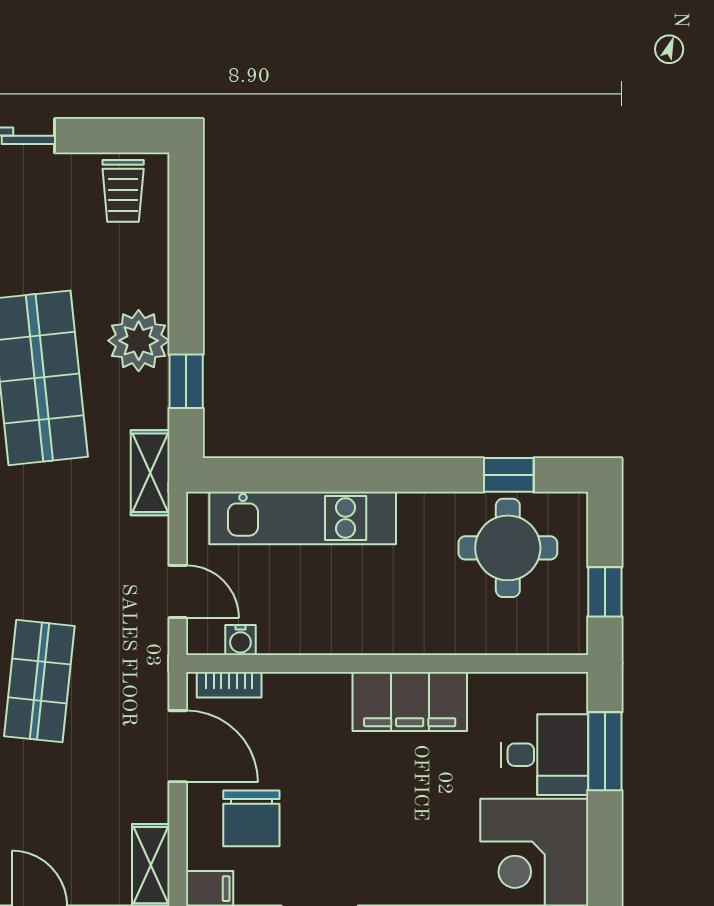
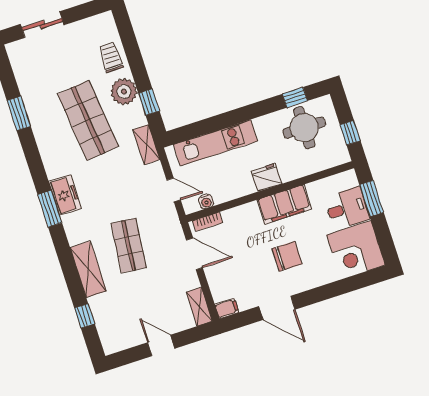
trolley: (123, 191) -> (111, 57), moved, turned 180
fridge: (390, 630) -> (266, 177), added
chair: (251, 818) -> (287, 256), moved, turned -90

